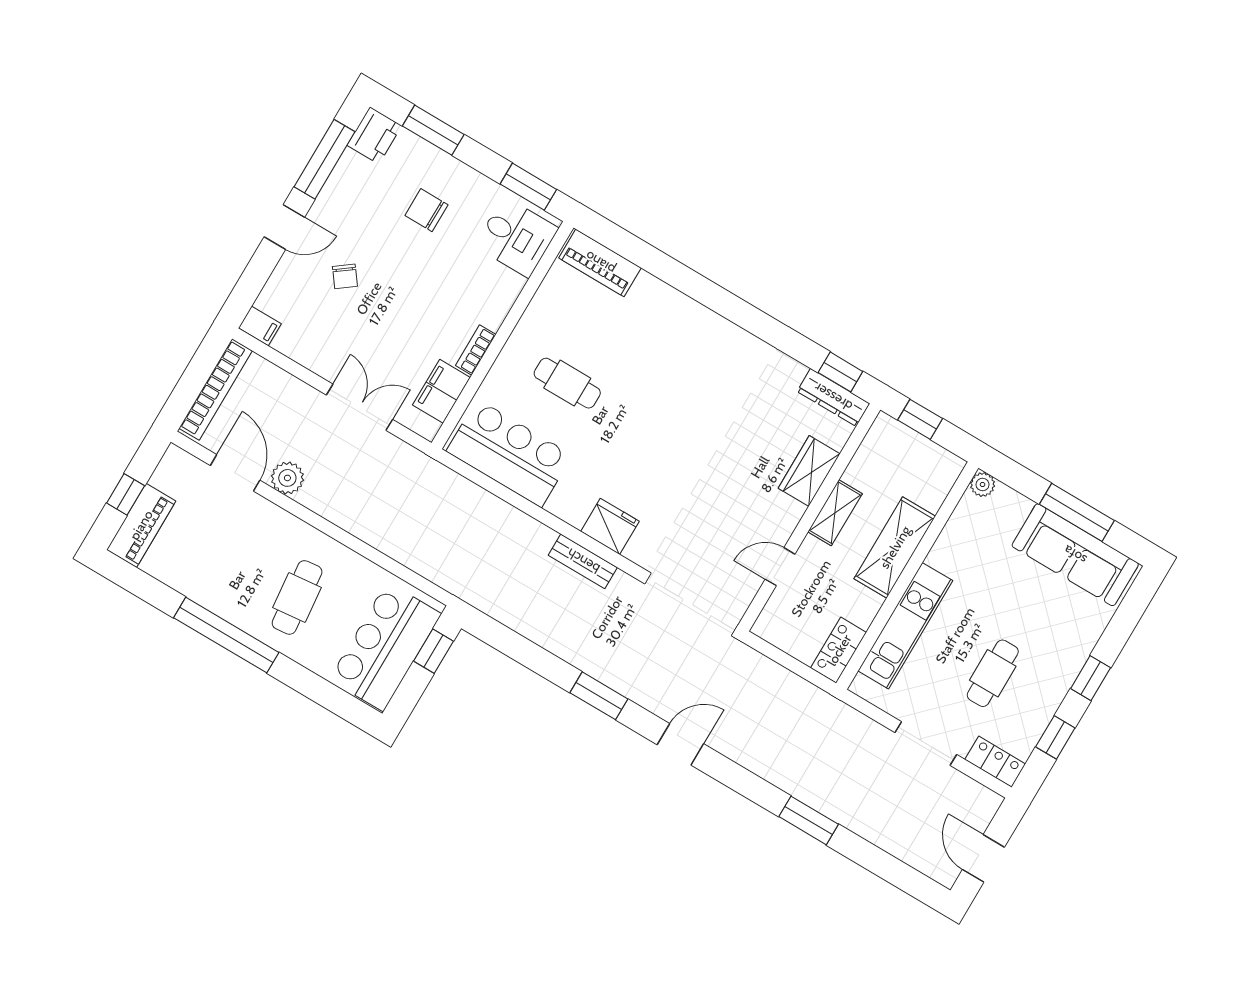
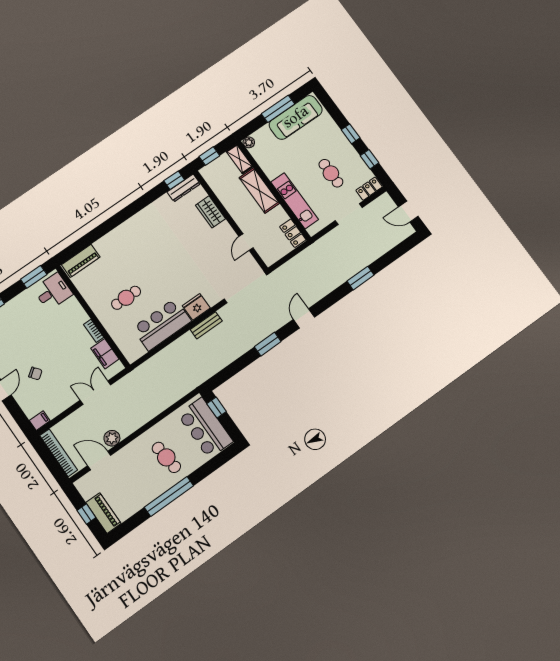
chair: (426, 210) -> (23, 325), removed
bar counter: (509, 453) -> (162, 324), moved
shelving: (835, 513) -> (239, 159), moved

